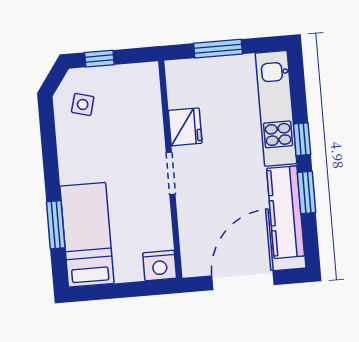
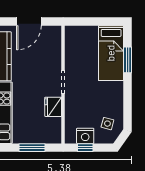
window: (99, 59) -> (85, 148), moved
nightstand: (160, 265) -> (85, 136), moved, turned 180
door: (243, 280) -> (29, 21), width x0.73

